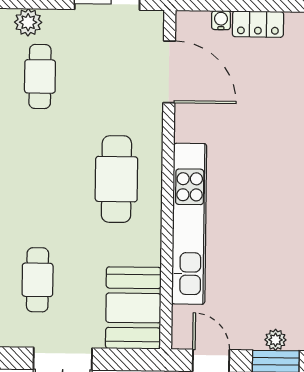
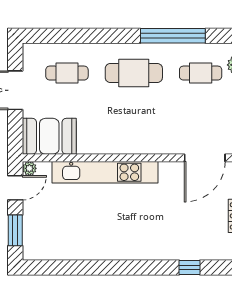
cafe table: (116, 179) -> (134, 73), moved
plant: (275, 340) -> (29, 168), moved

